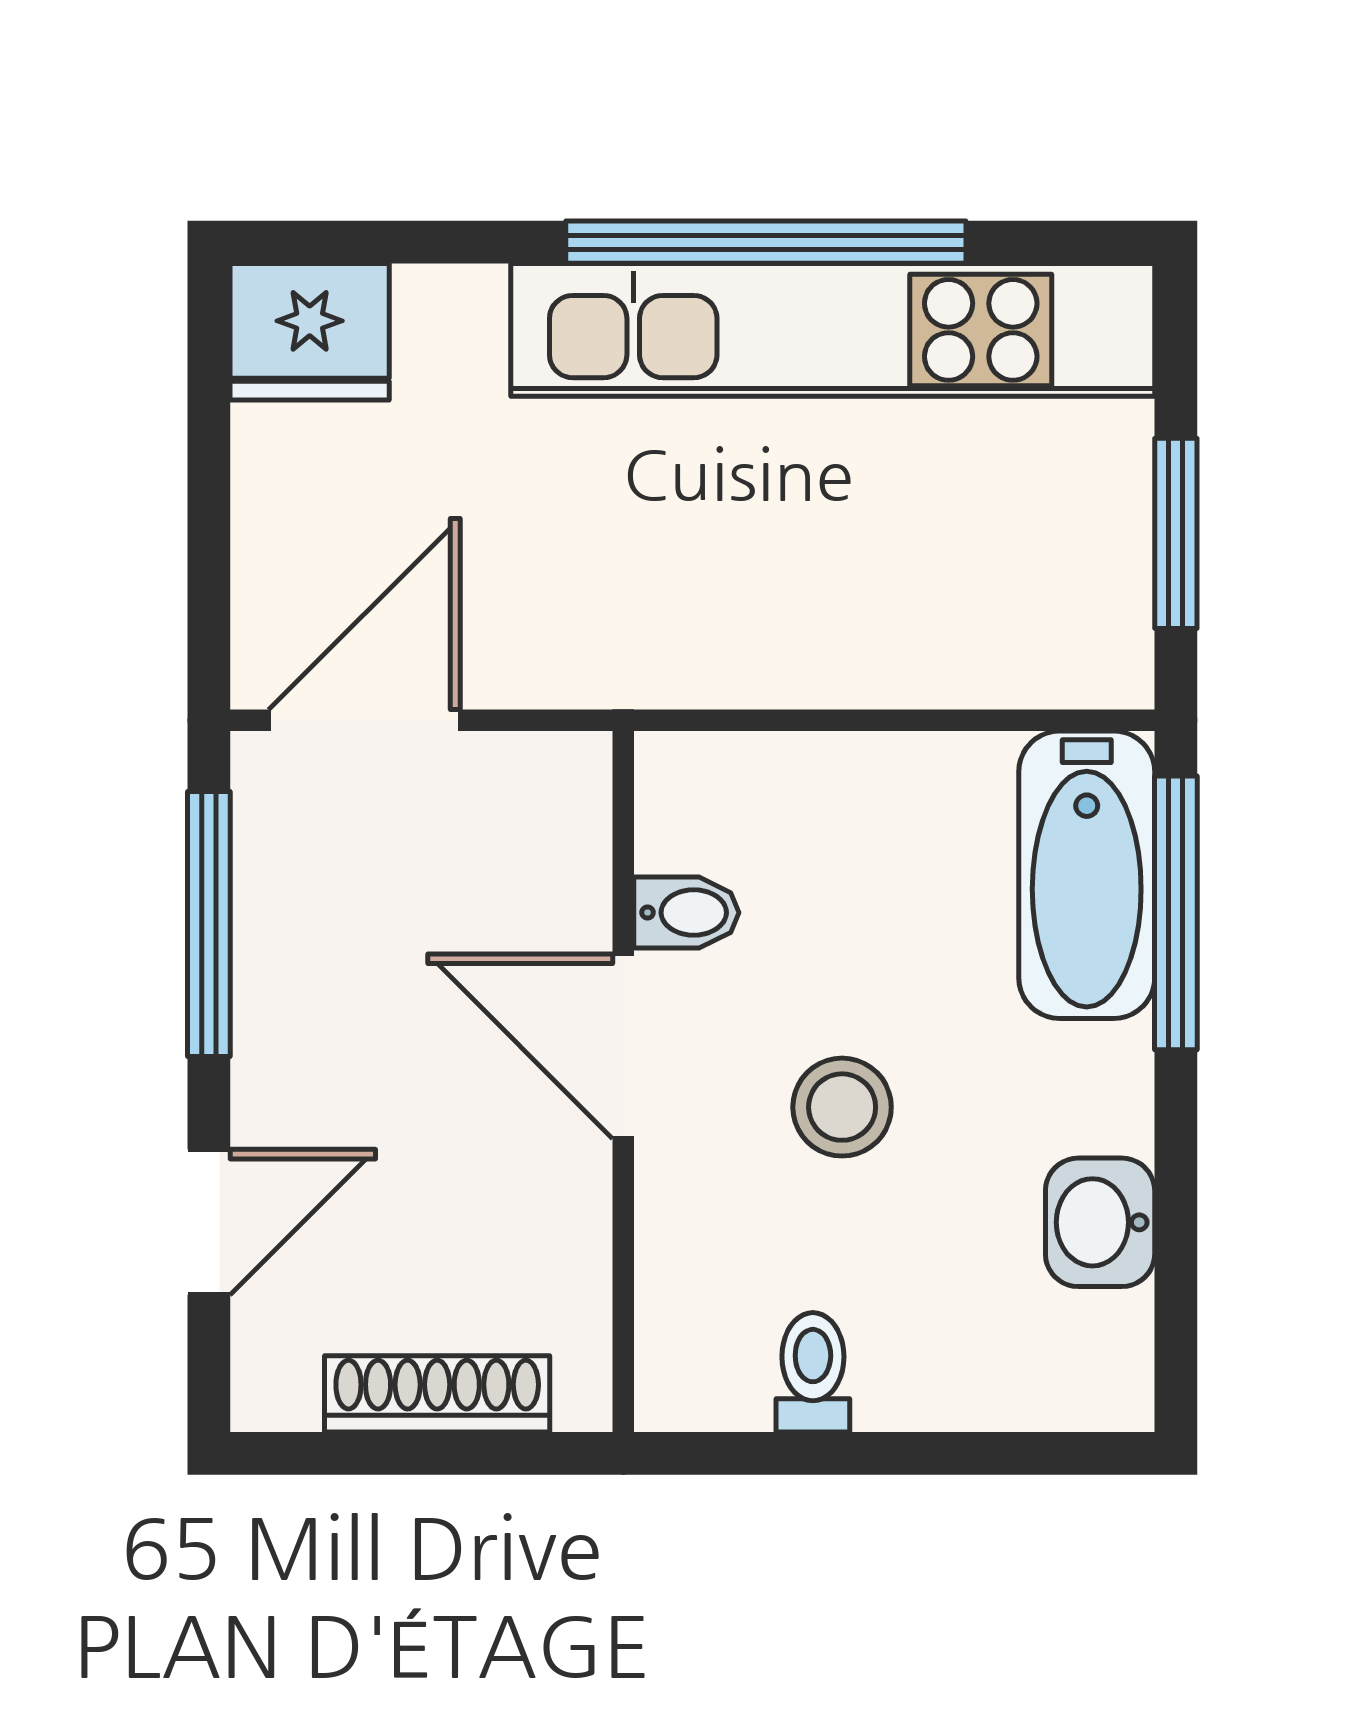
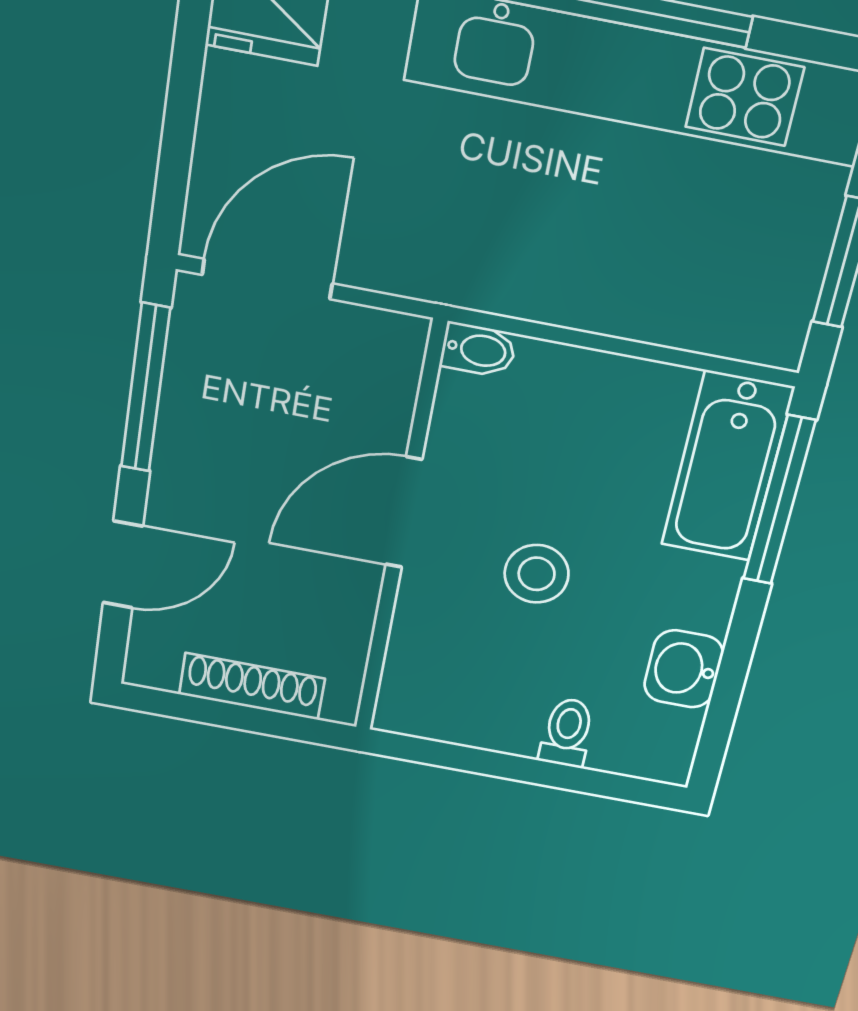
bidet: (686, 913) -> (478, 350), moved
door: (623, 1046) -> (404, 512), hinge flipped
toilet: (813, 1372) -> (567, 733), moved

